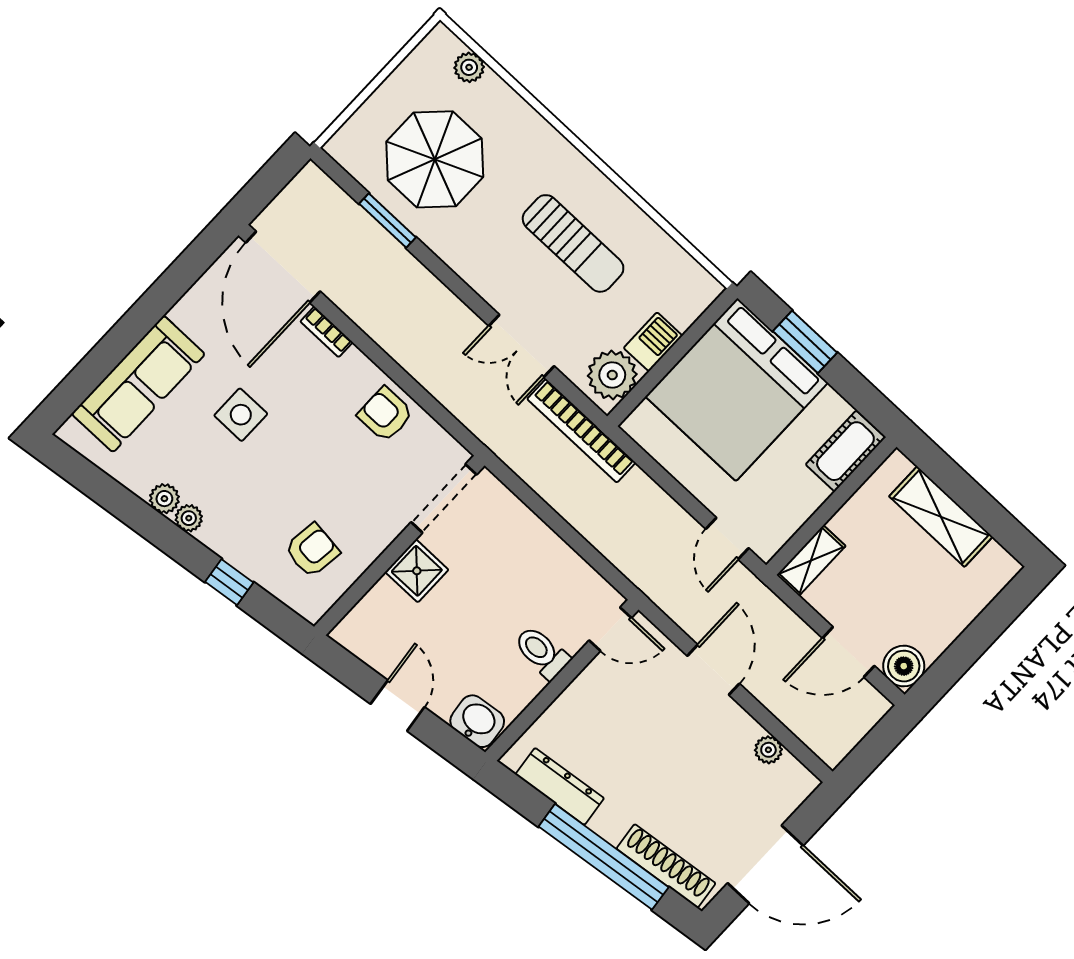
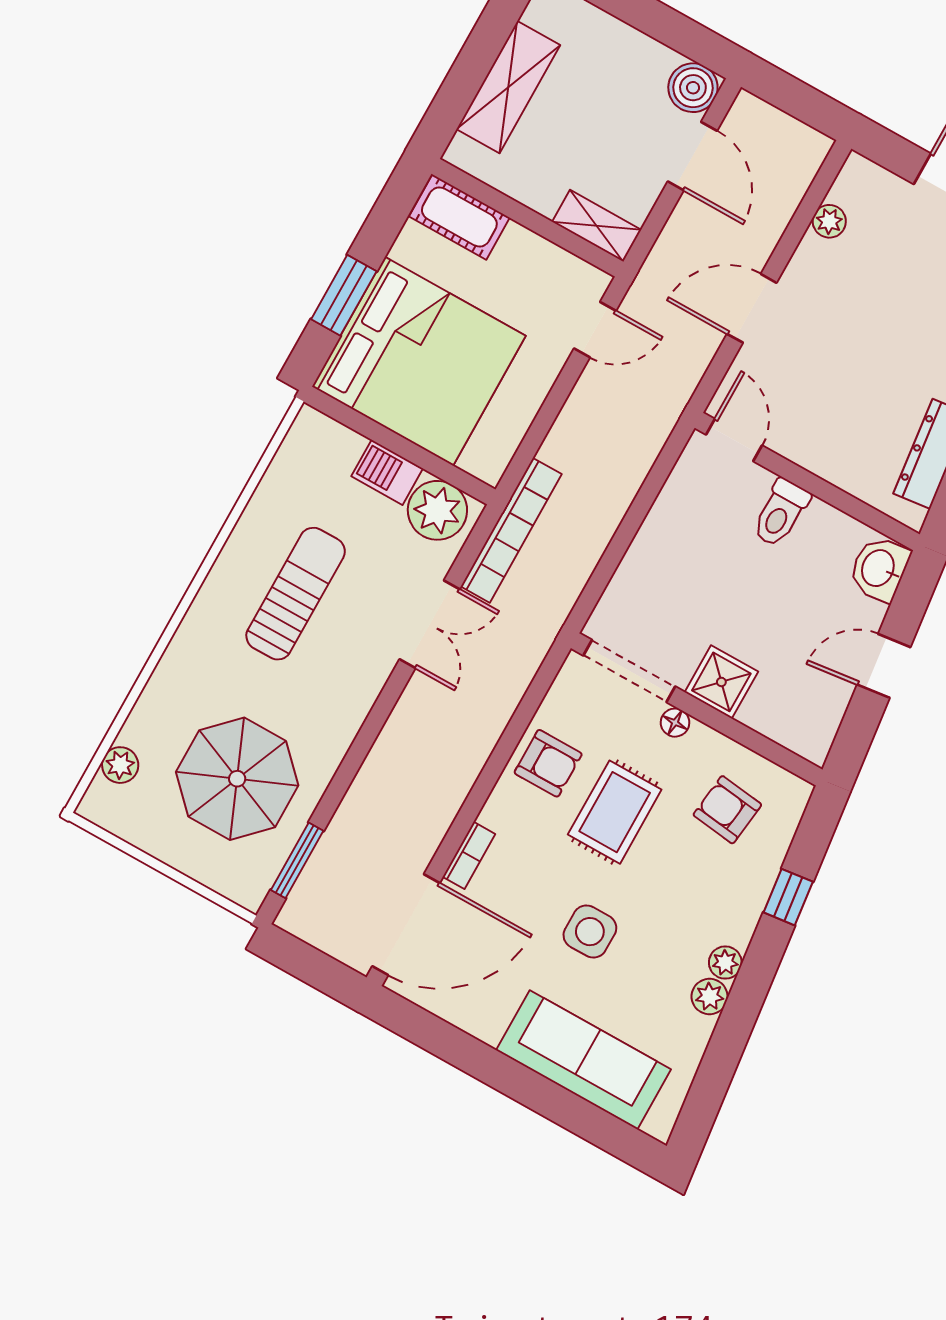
window: (387, 221) -> (297, 860), moved
armchair: (385, 414) -> (548, 763), turned -90
rug: (333, 459) -> (615, 812), added
floor lamp: (393, 525) -> (675, 723), added

